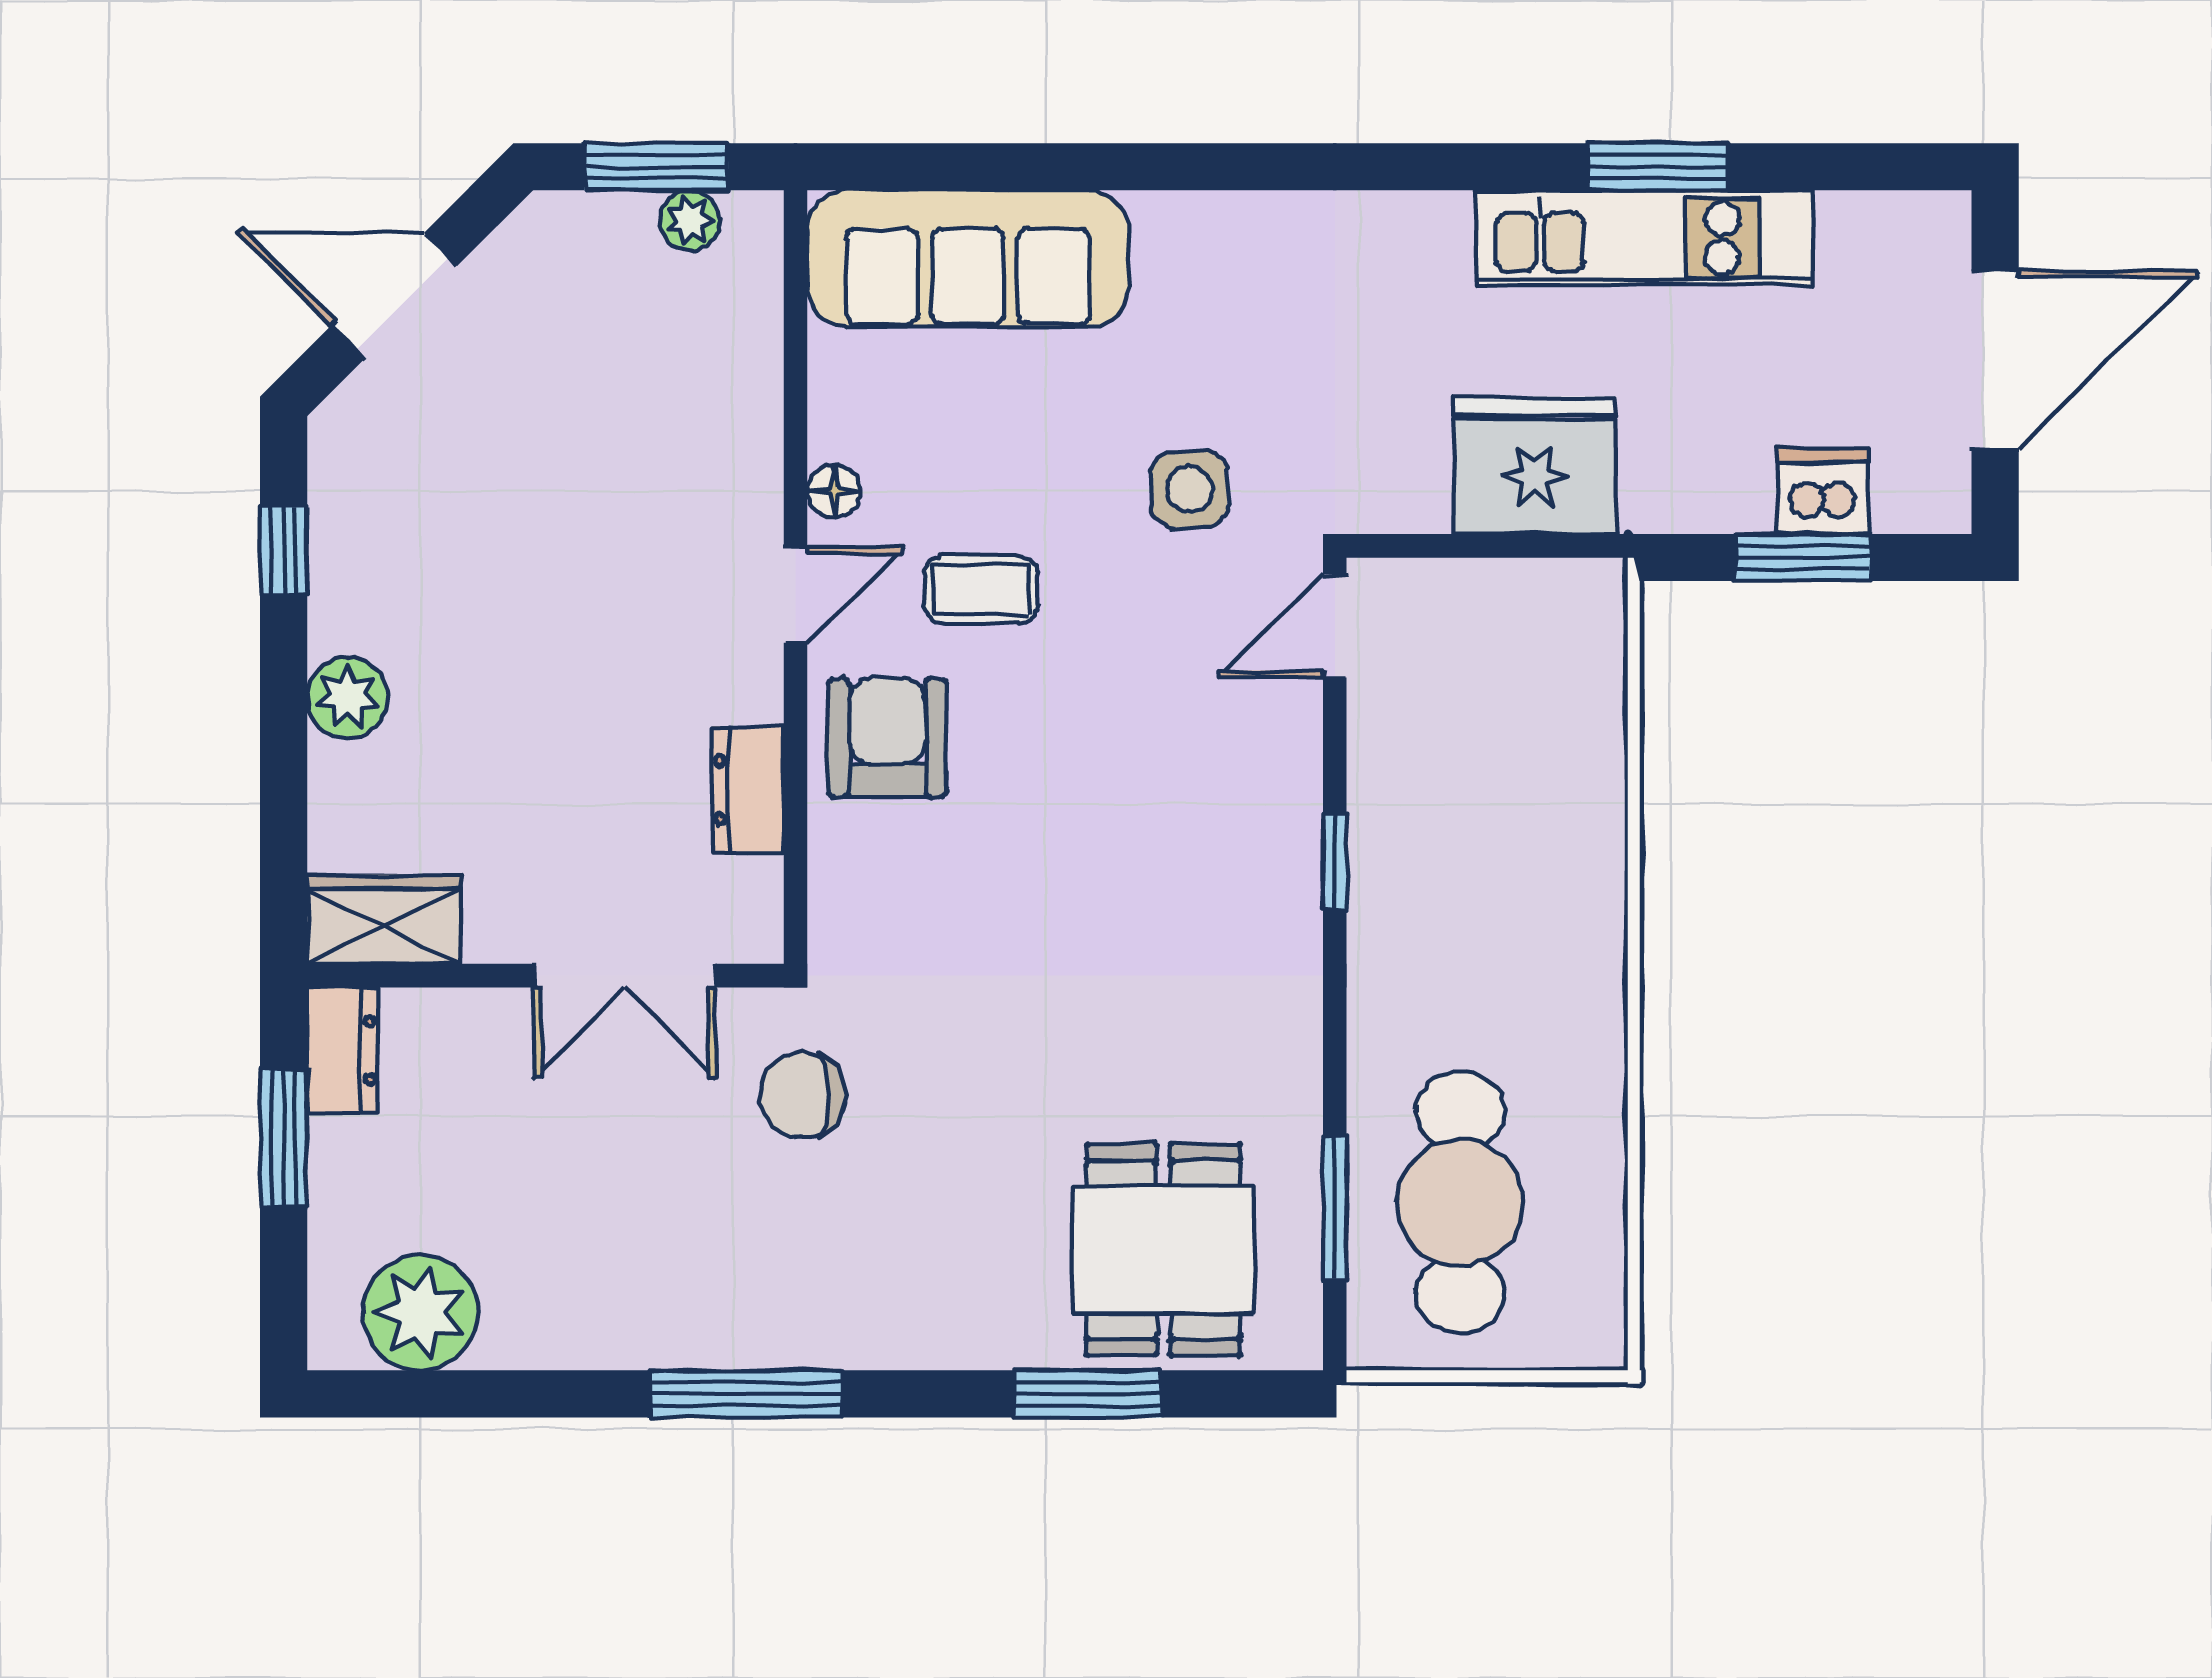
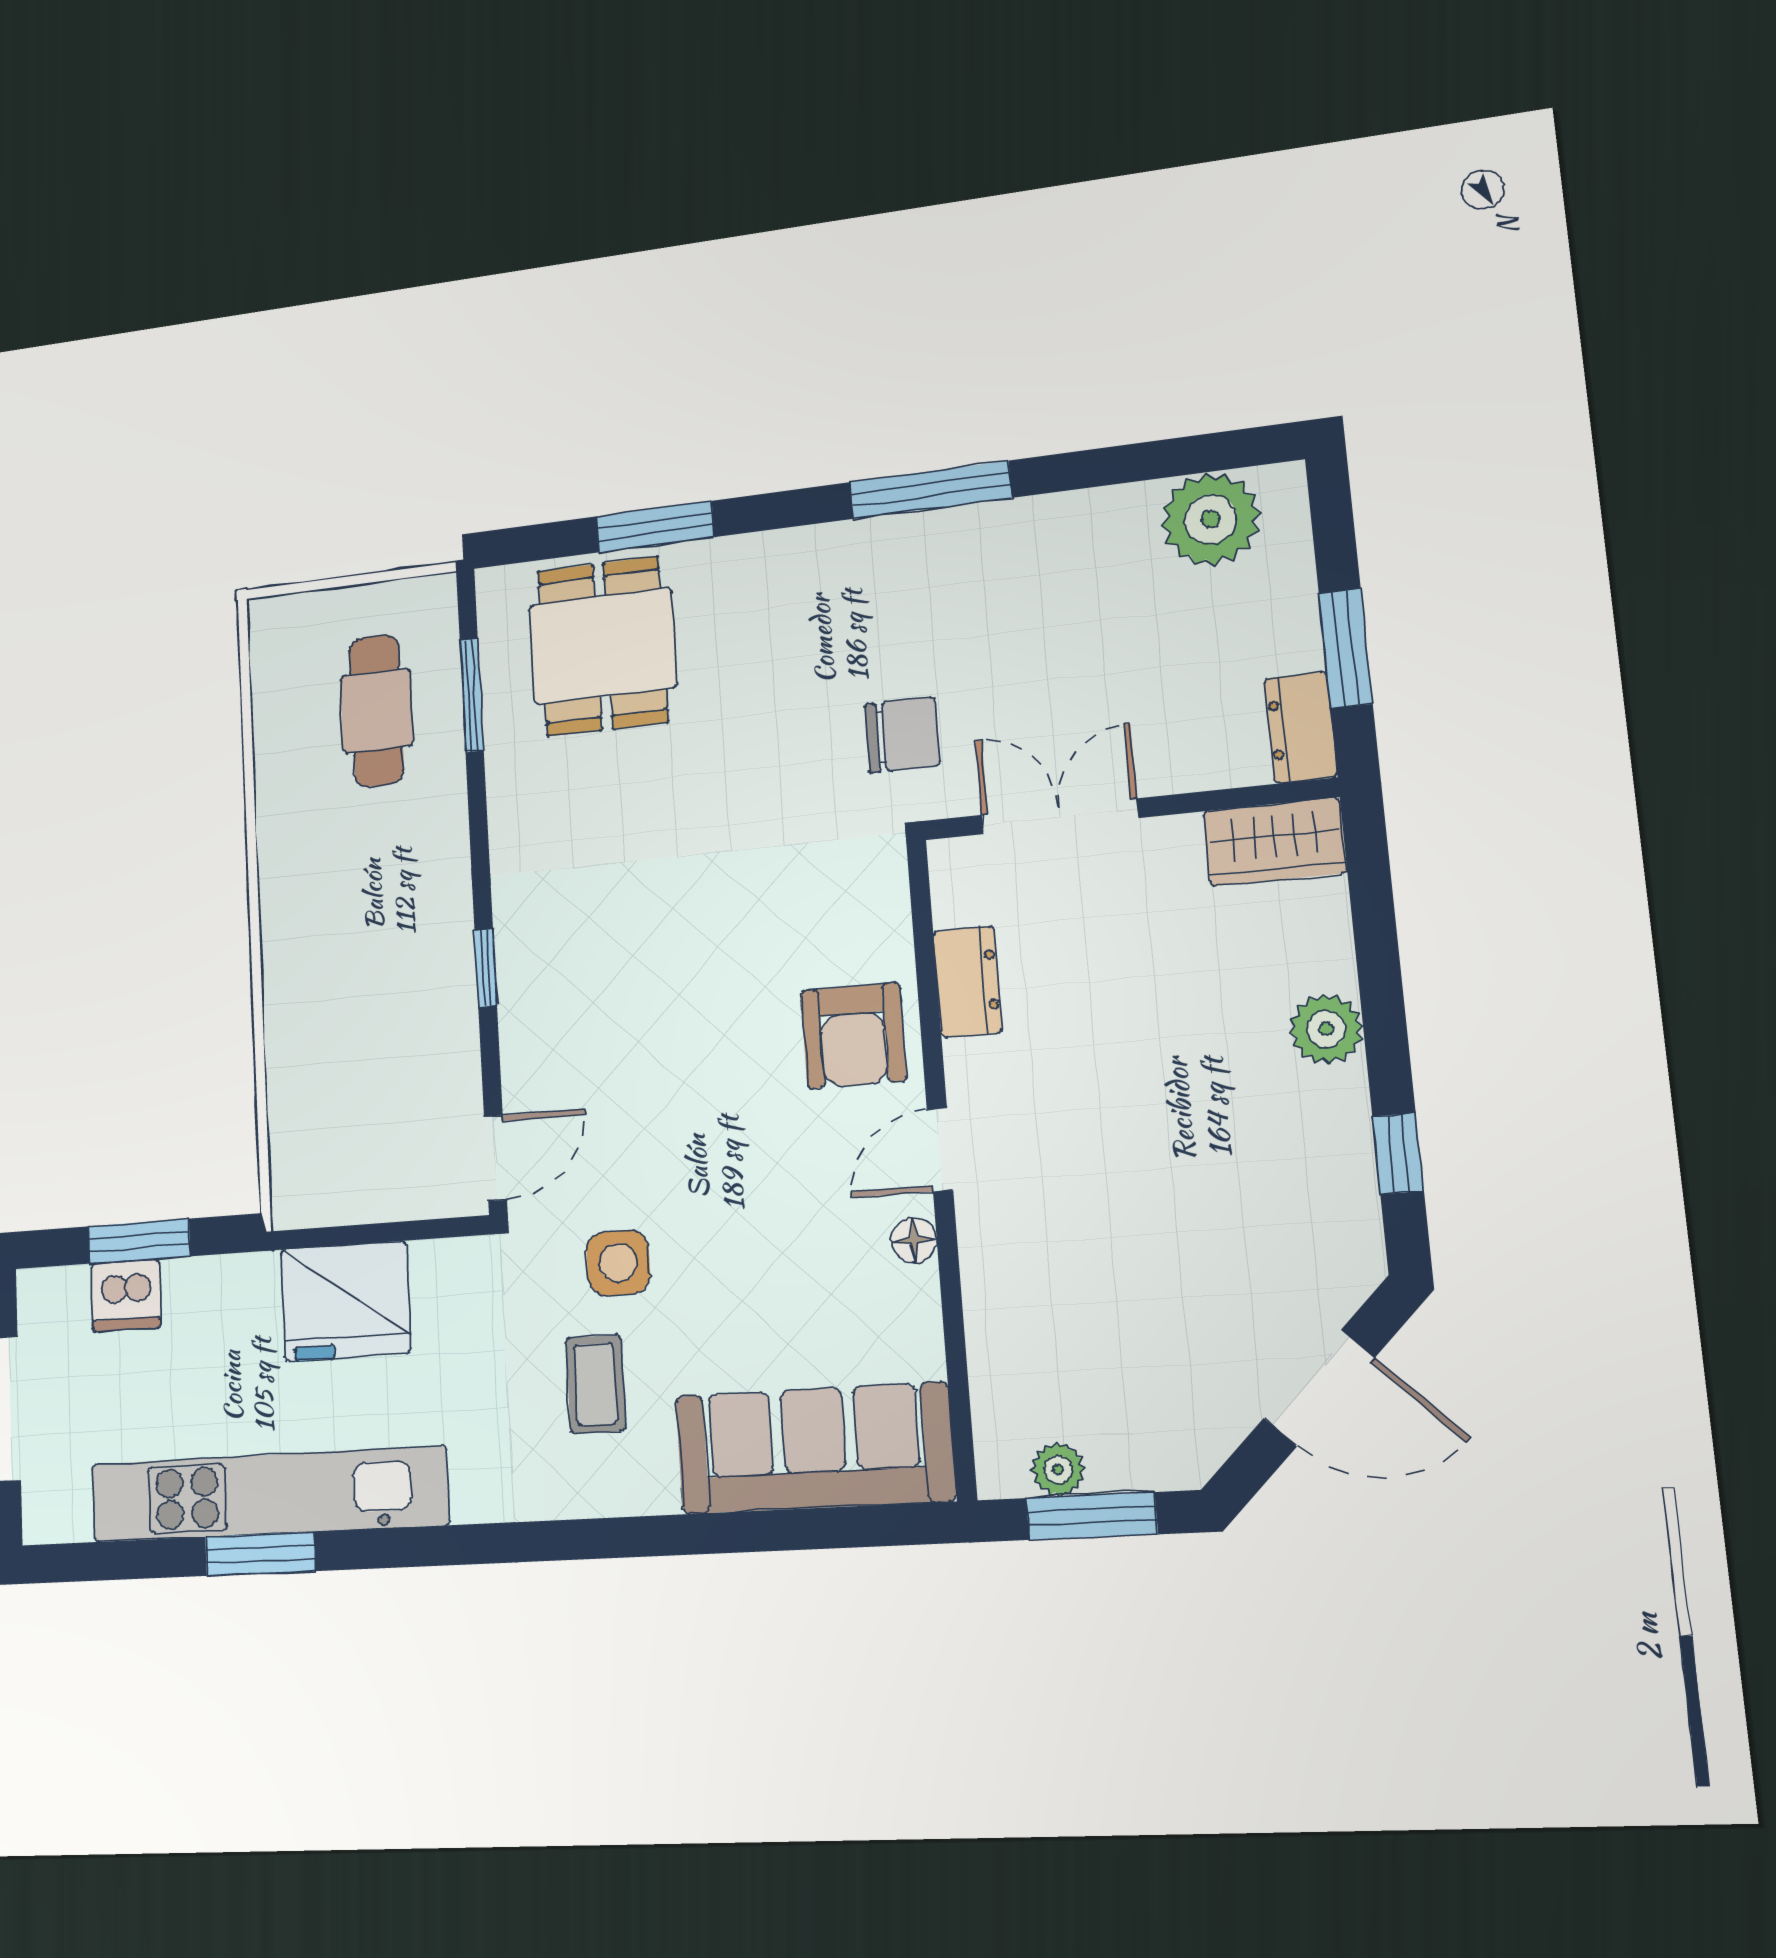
kitchen unit: (1645, 238) -> (268, 1494), width x1.36
coffee table: (981, 590) -> (596, 1384), moved, turned 90
cafe table: (1460, 1203) -> (377, 711), width x0.73, depth x0.74

